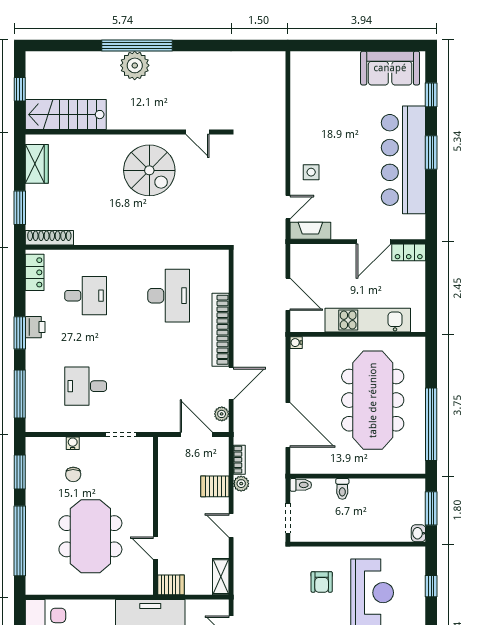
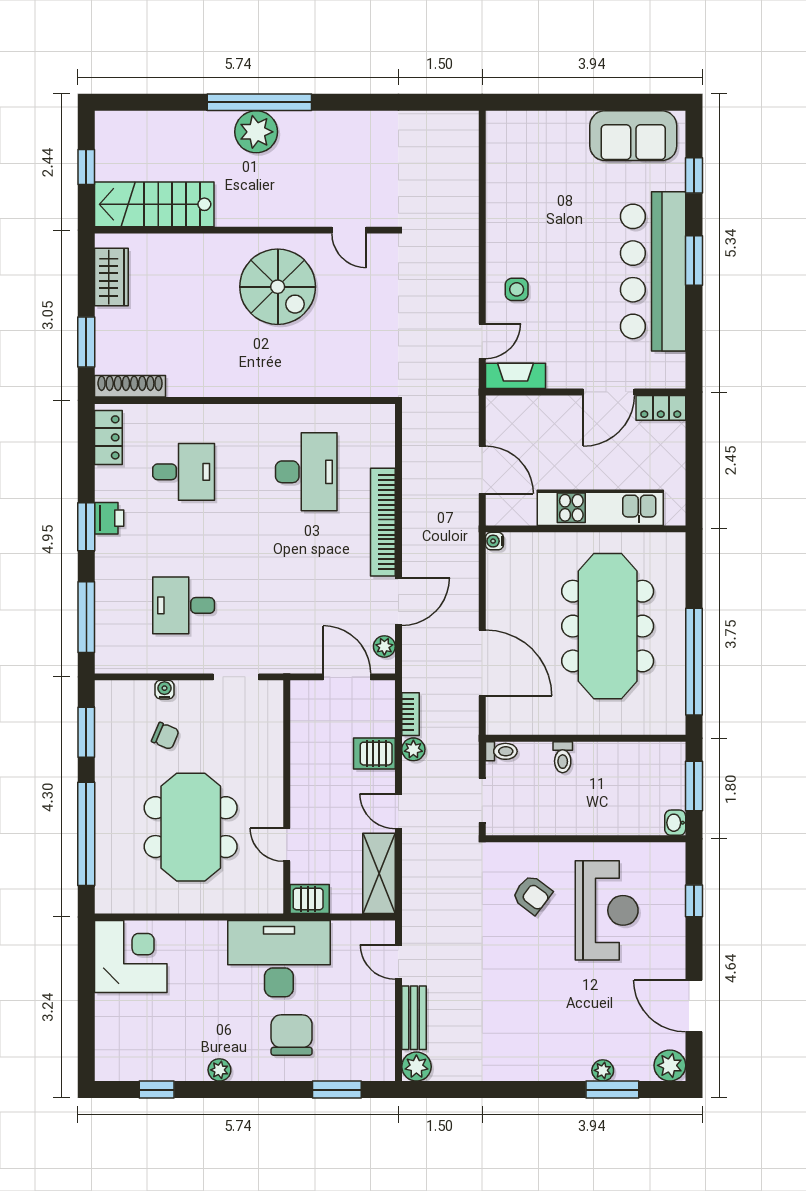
chair: (73, 474) -> (165, 736), turned -67
shelving: (221, 577) -> (379, 873), width x1.50, depth x1.33
armchair: (322, 582) -> (532, 895), turned -53

